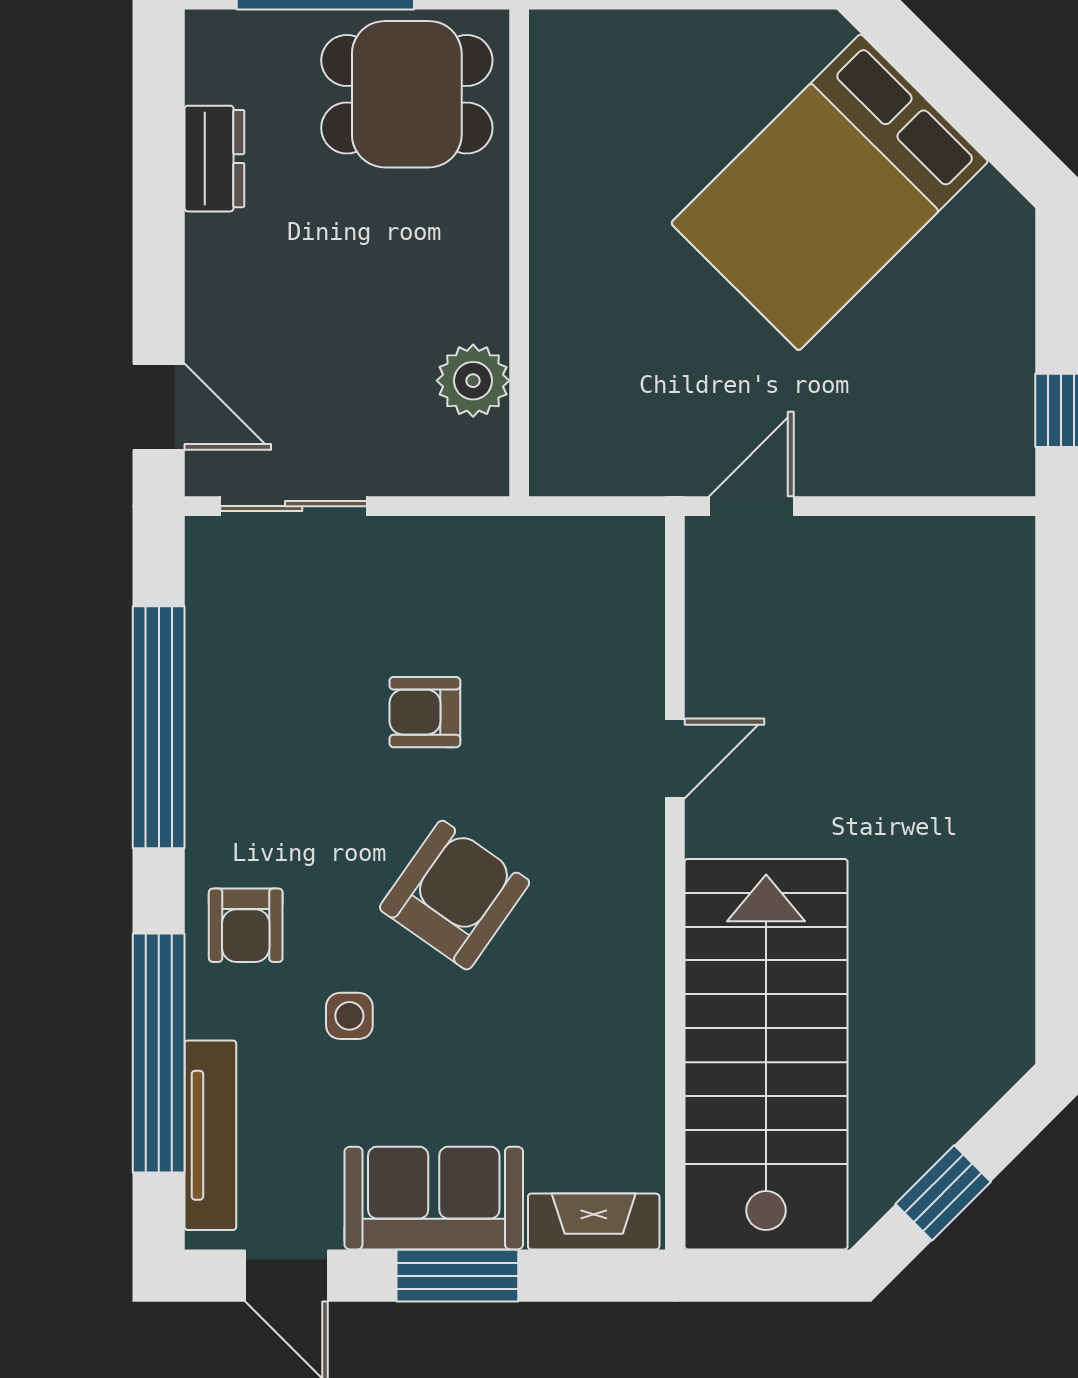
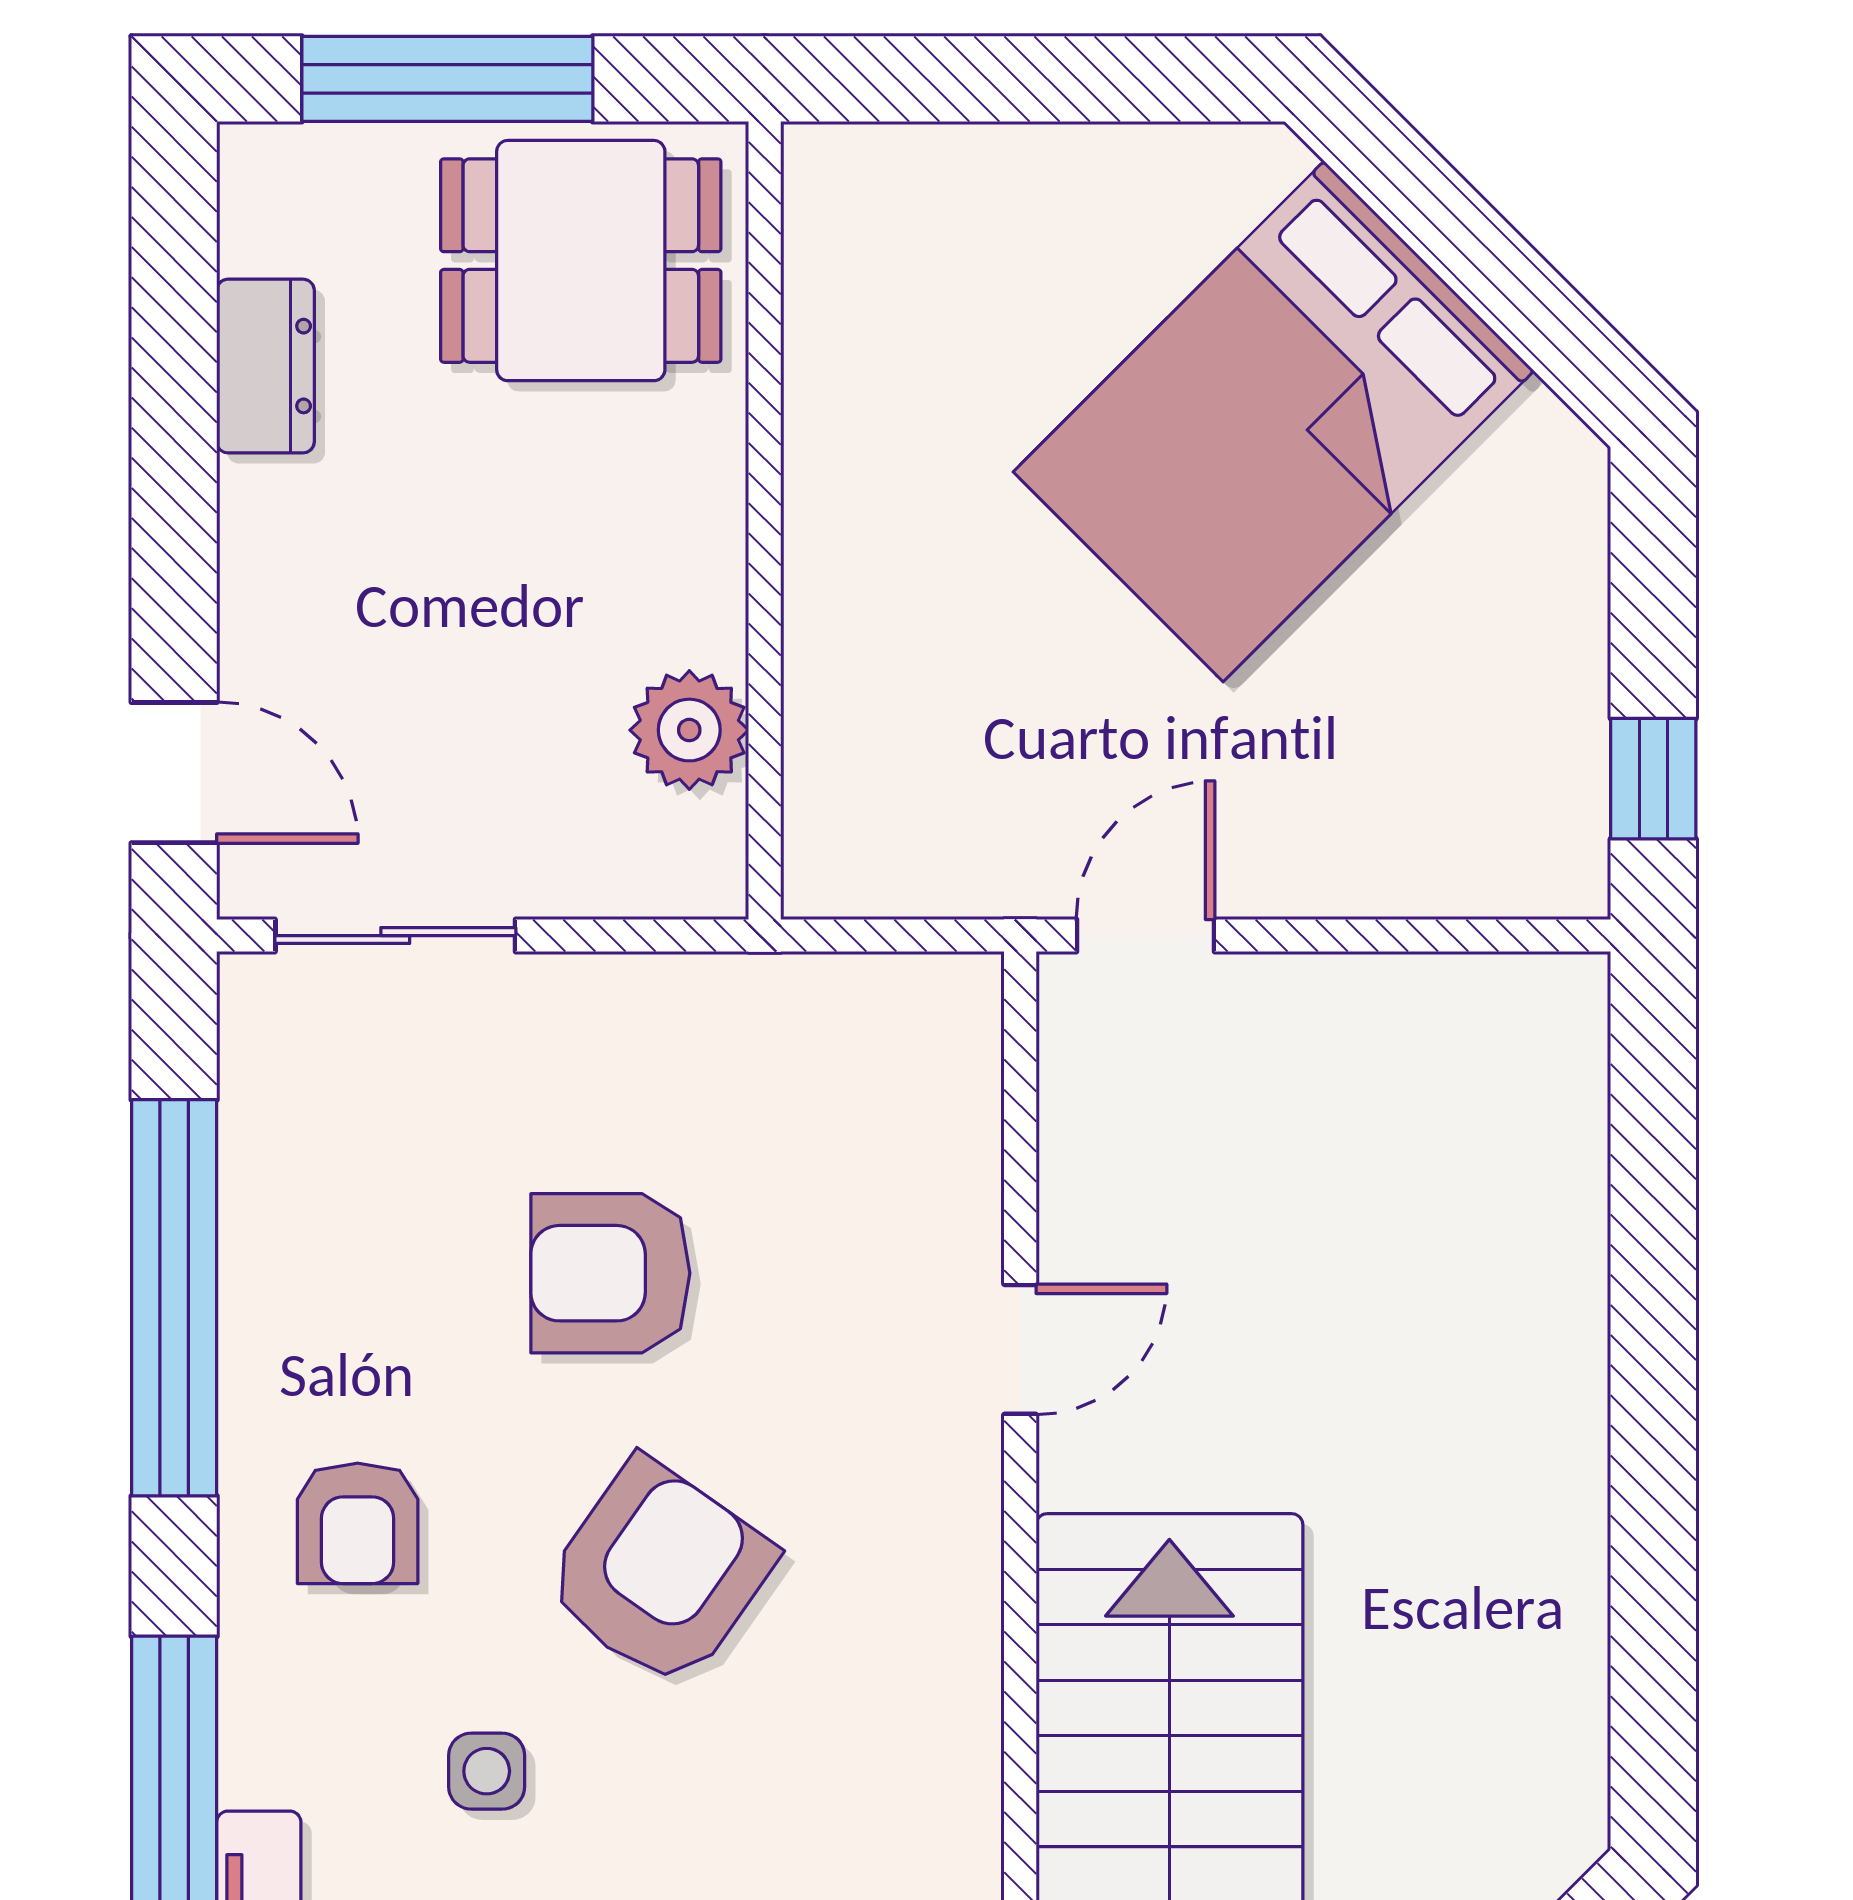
armchair: (425, 712) -> (610, 1273), width x1.38, depth x1.38
armchair: (246, 925) -> (358, 1523), moved

